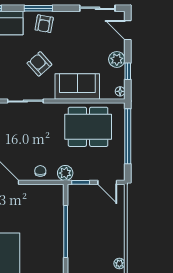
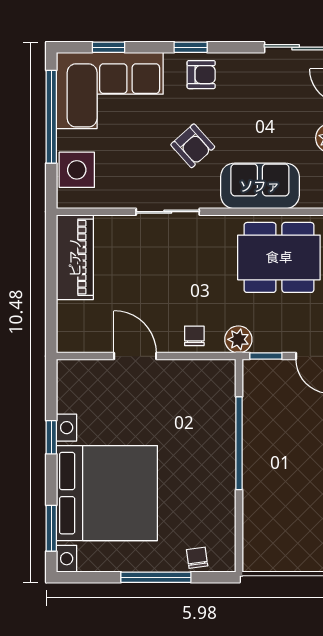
window: (38, 8) -> (191, 47), width x0.67
armchair: (44, 24) -> (201, 75), turned -100
armchair: (39, 64) -> (193, 146), turned 180

